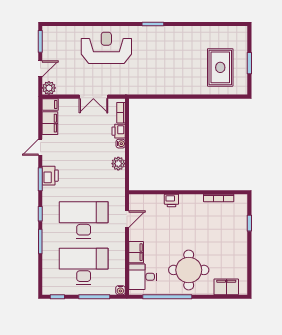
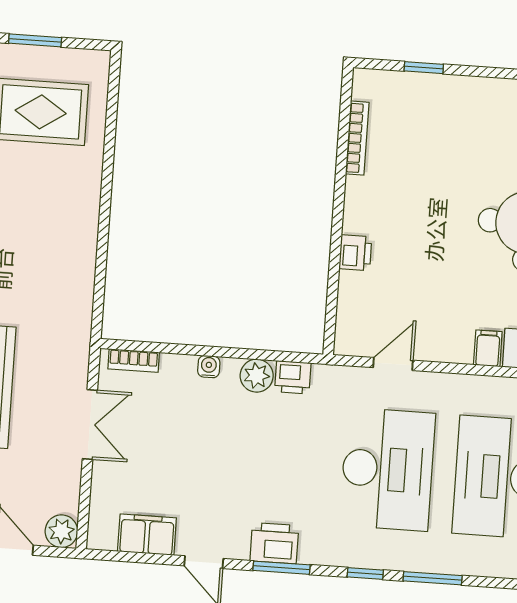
filing cabinet: (50, 104) -> (102, 531), removed
printer: (119, 131) -> (293, 377), moved
door: (127, 219) -> (393, 364), hinge flipped
desk: (84, 220) -> (387, 469), turned 180
filing cabinet: (136, 252) -> (488, 348), width x0.50

